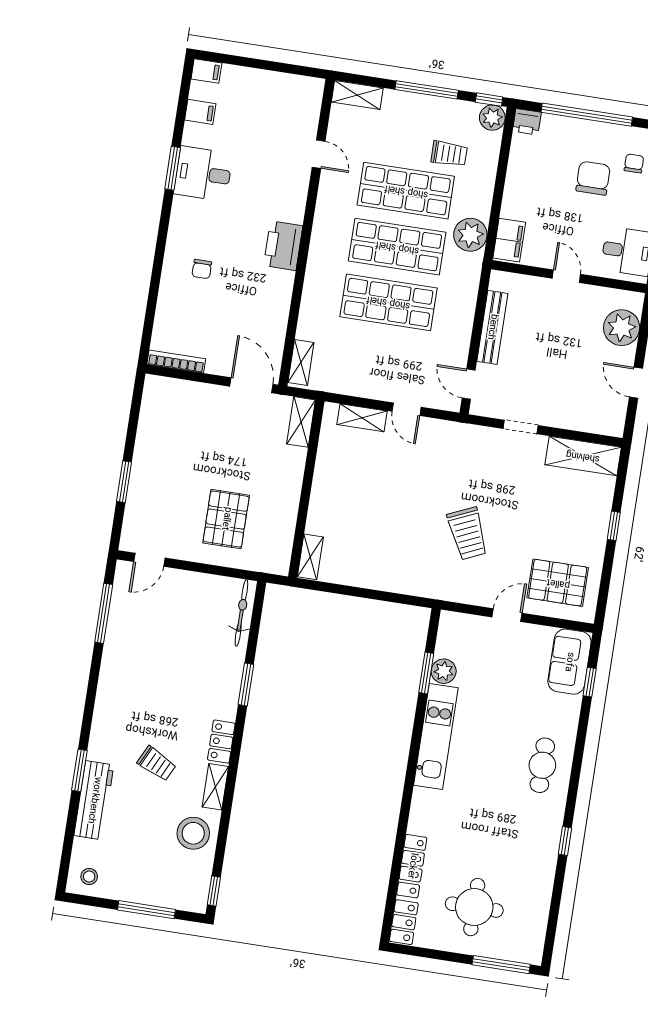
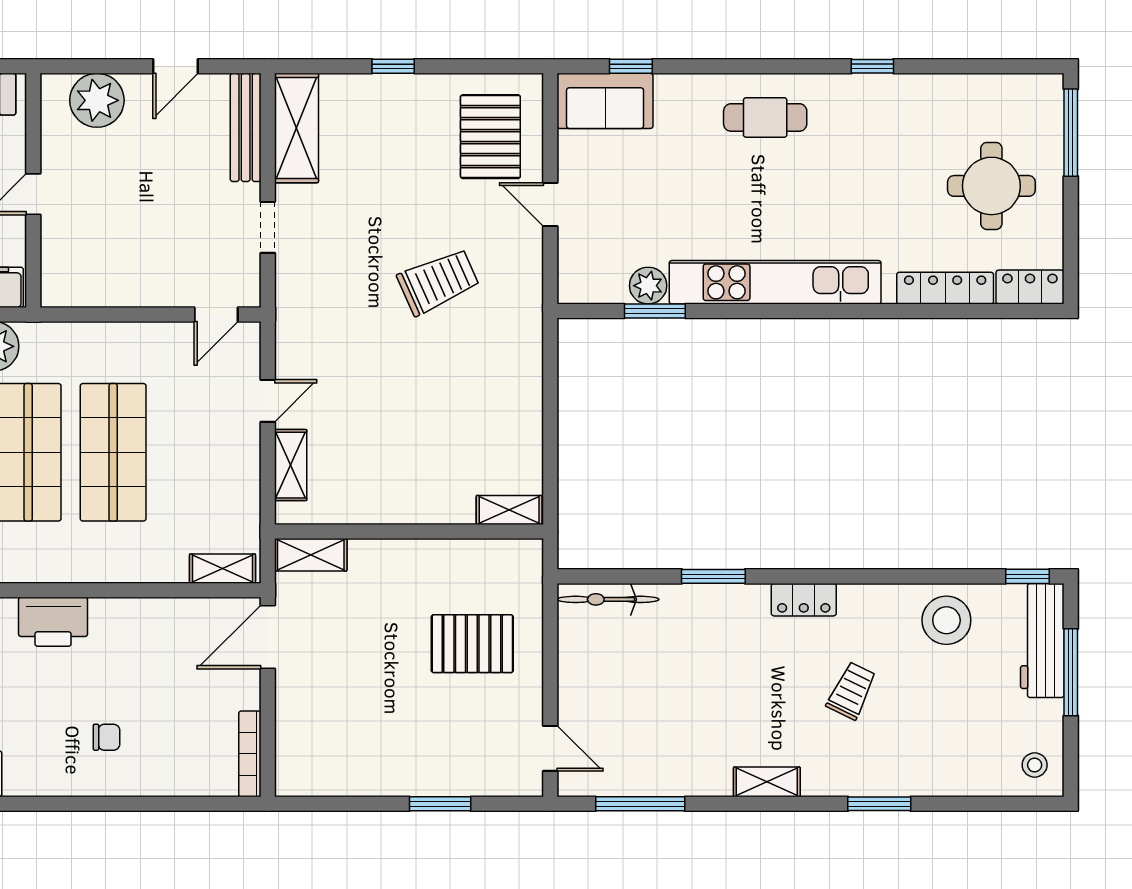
bench: (492, 327) -> (246, 127), moved, turned 90
kitchen unit: (436, 737) -> (775, 282), width x1.36
shelving: (215, 787) -> (767, 782), moved
workbench: (94, 800) -> (1042, 641), moved, turned -90

